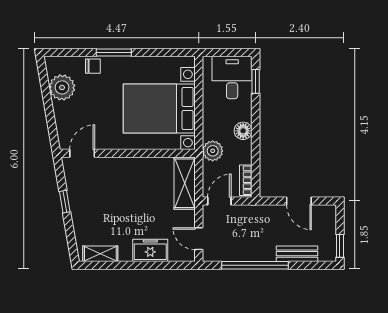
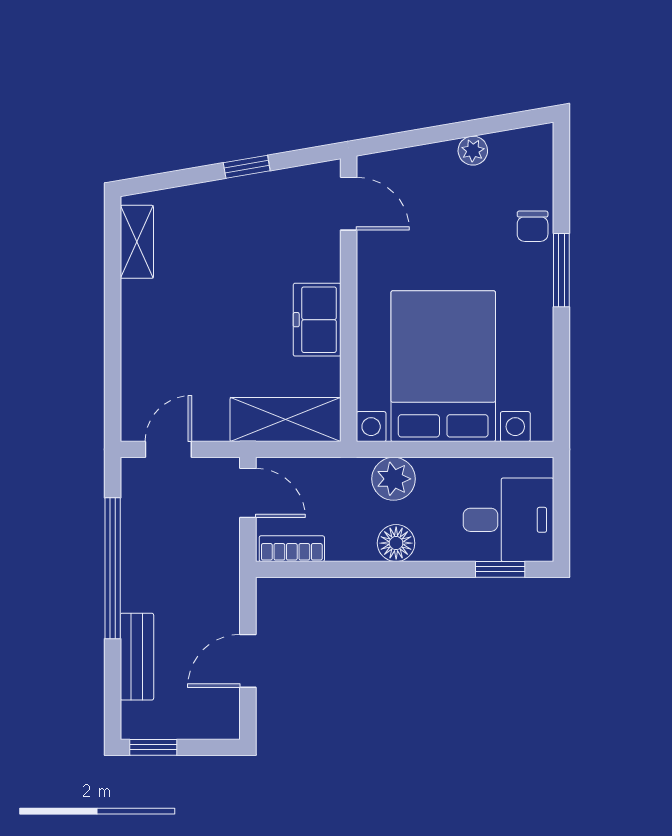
plant: (62, 87) -> (473, 151), width x0.53, depth x0.53
plant: (213, 151) -> (394, 479), moved
freezer: (150, 250) -> (317, 320), moved, turned 180

